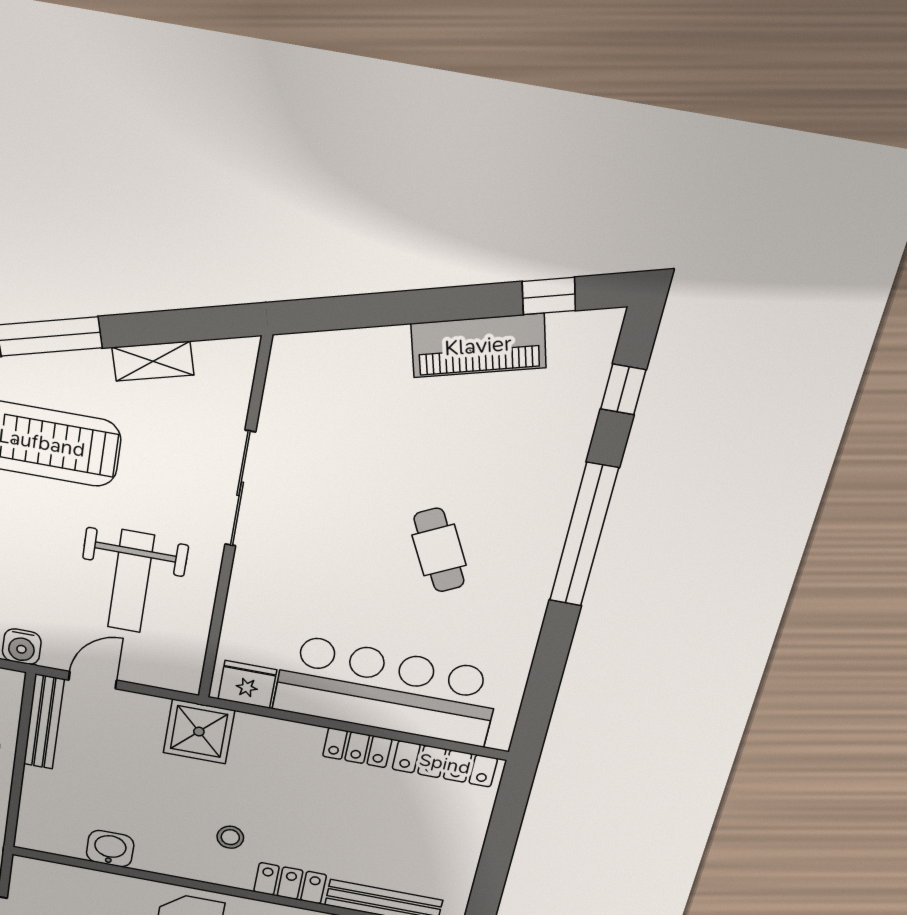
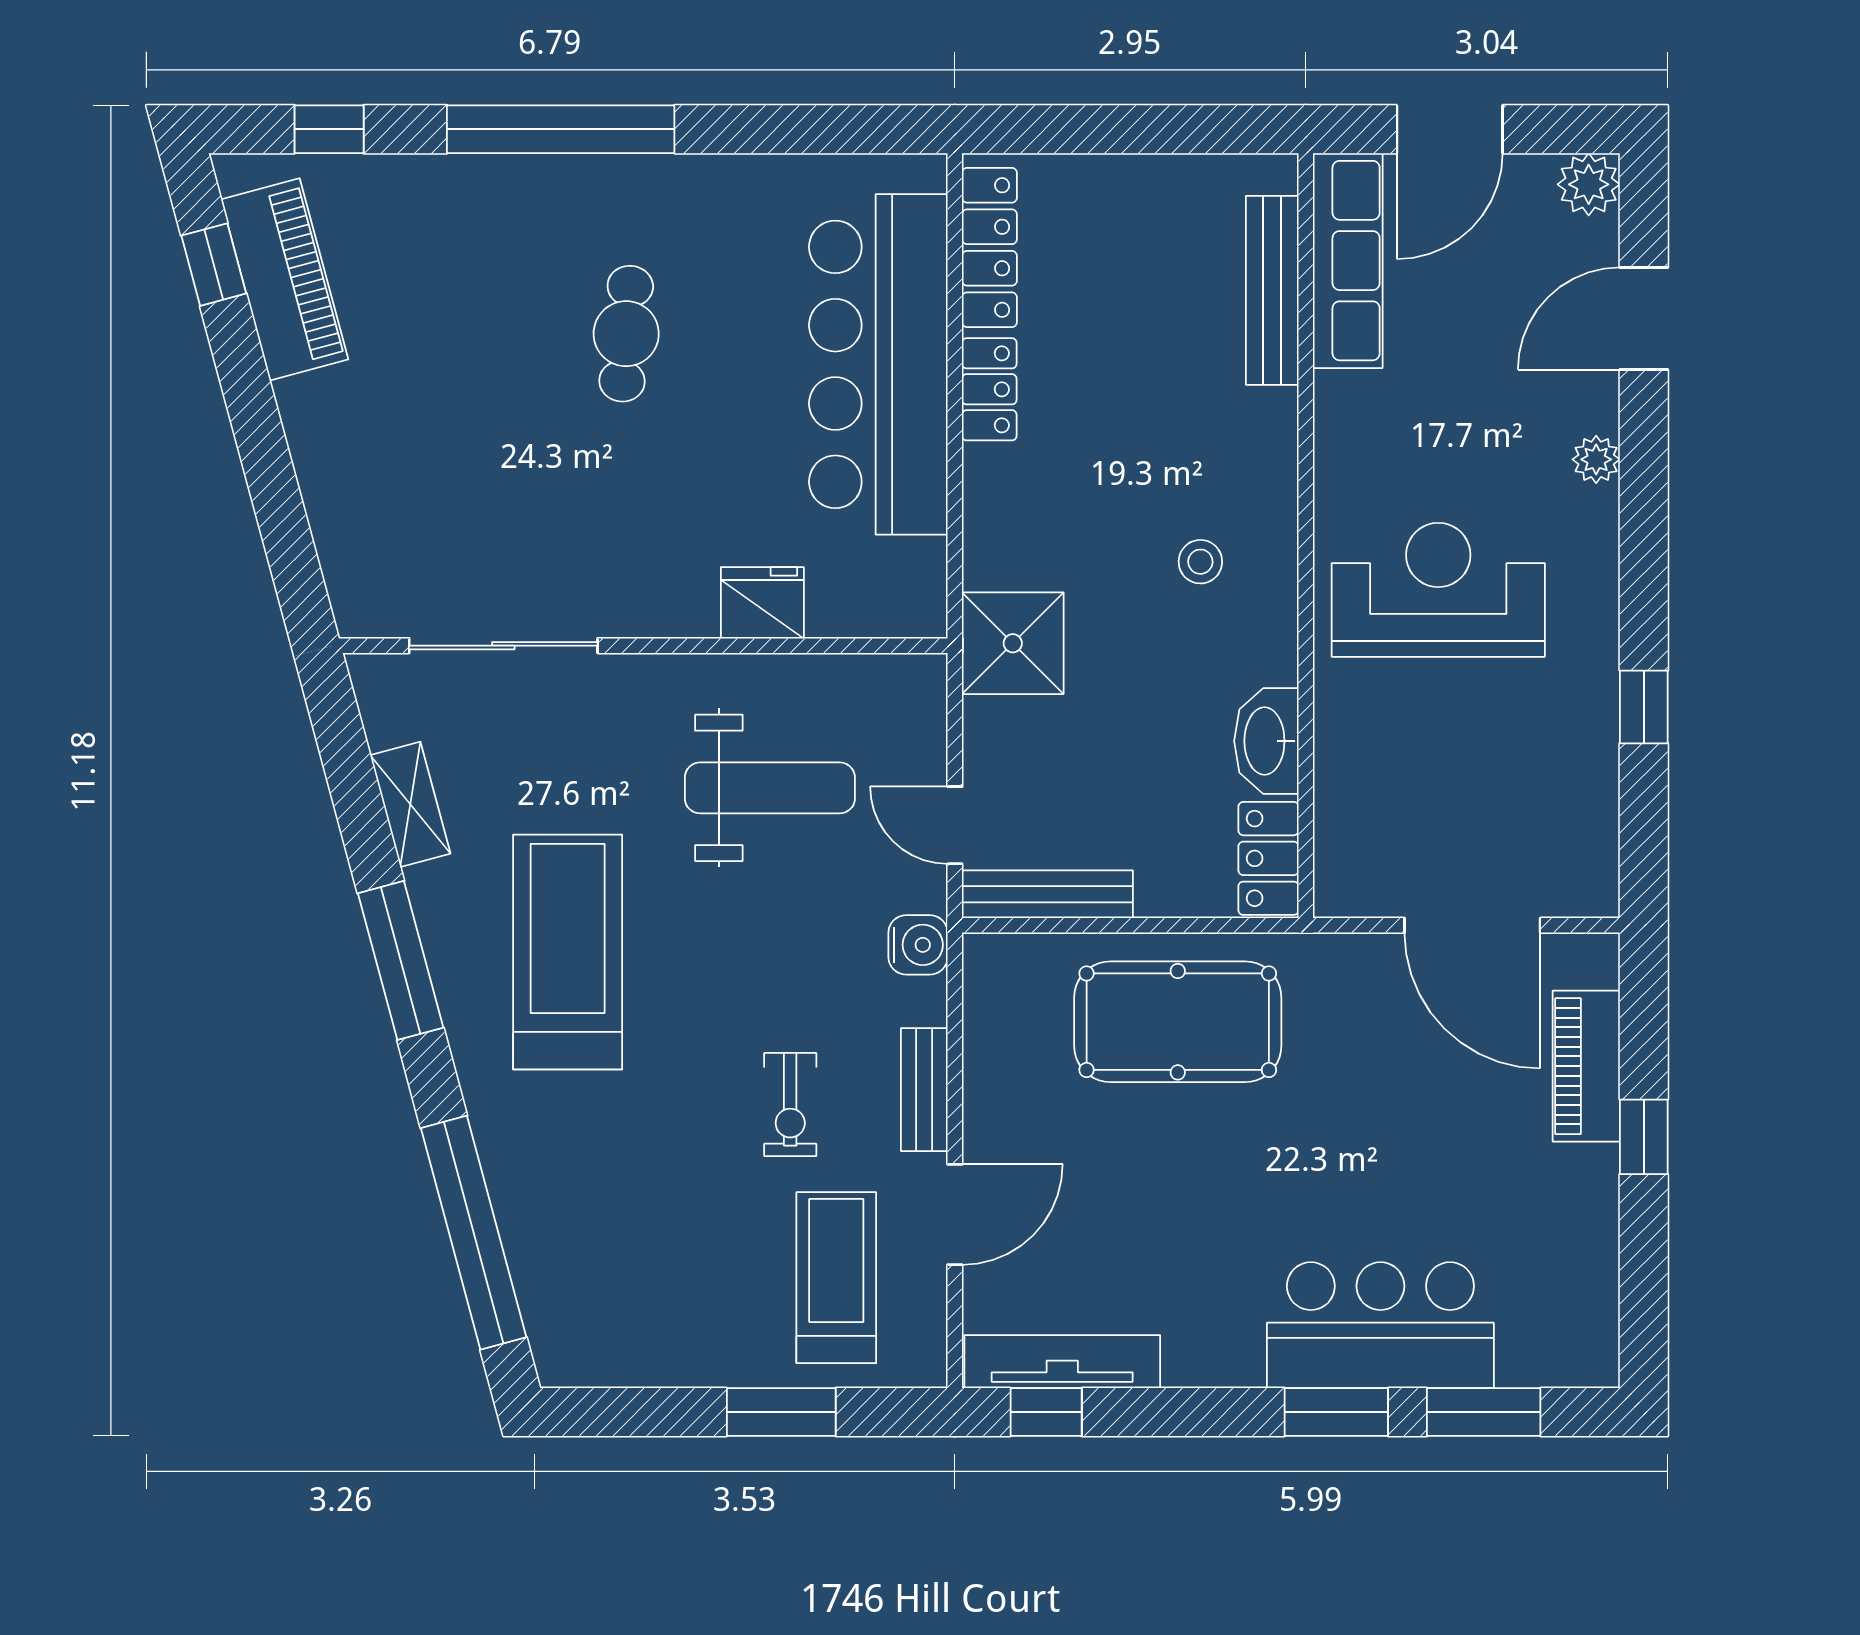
piano: (478, 346) -> (285, 279), moved
sliding door: (240, 489) -> (503, 646), moved
cafe table: (439, 550) -> (626, 334), turned -58
fridge: (247, 684) -> (762, 603), moved, turned 90
washbasin: (110, 849) -> (1266, 741), width x1.38
locker: (290, 883) -> (1268, 858), moved

